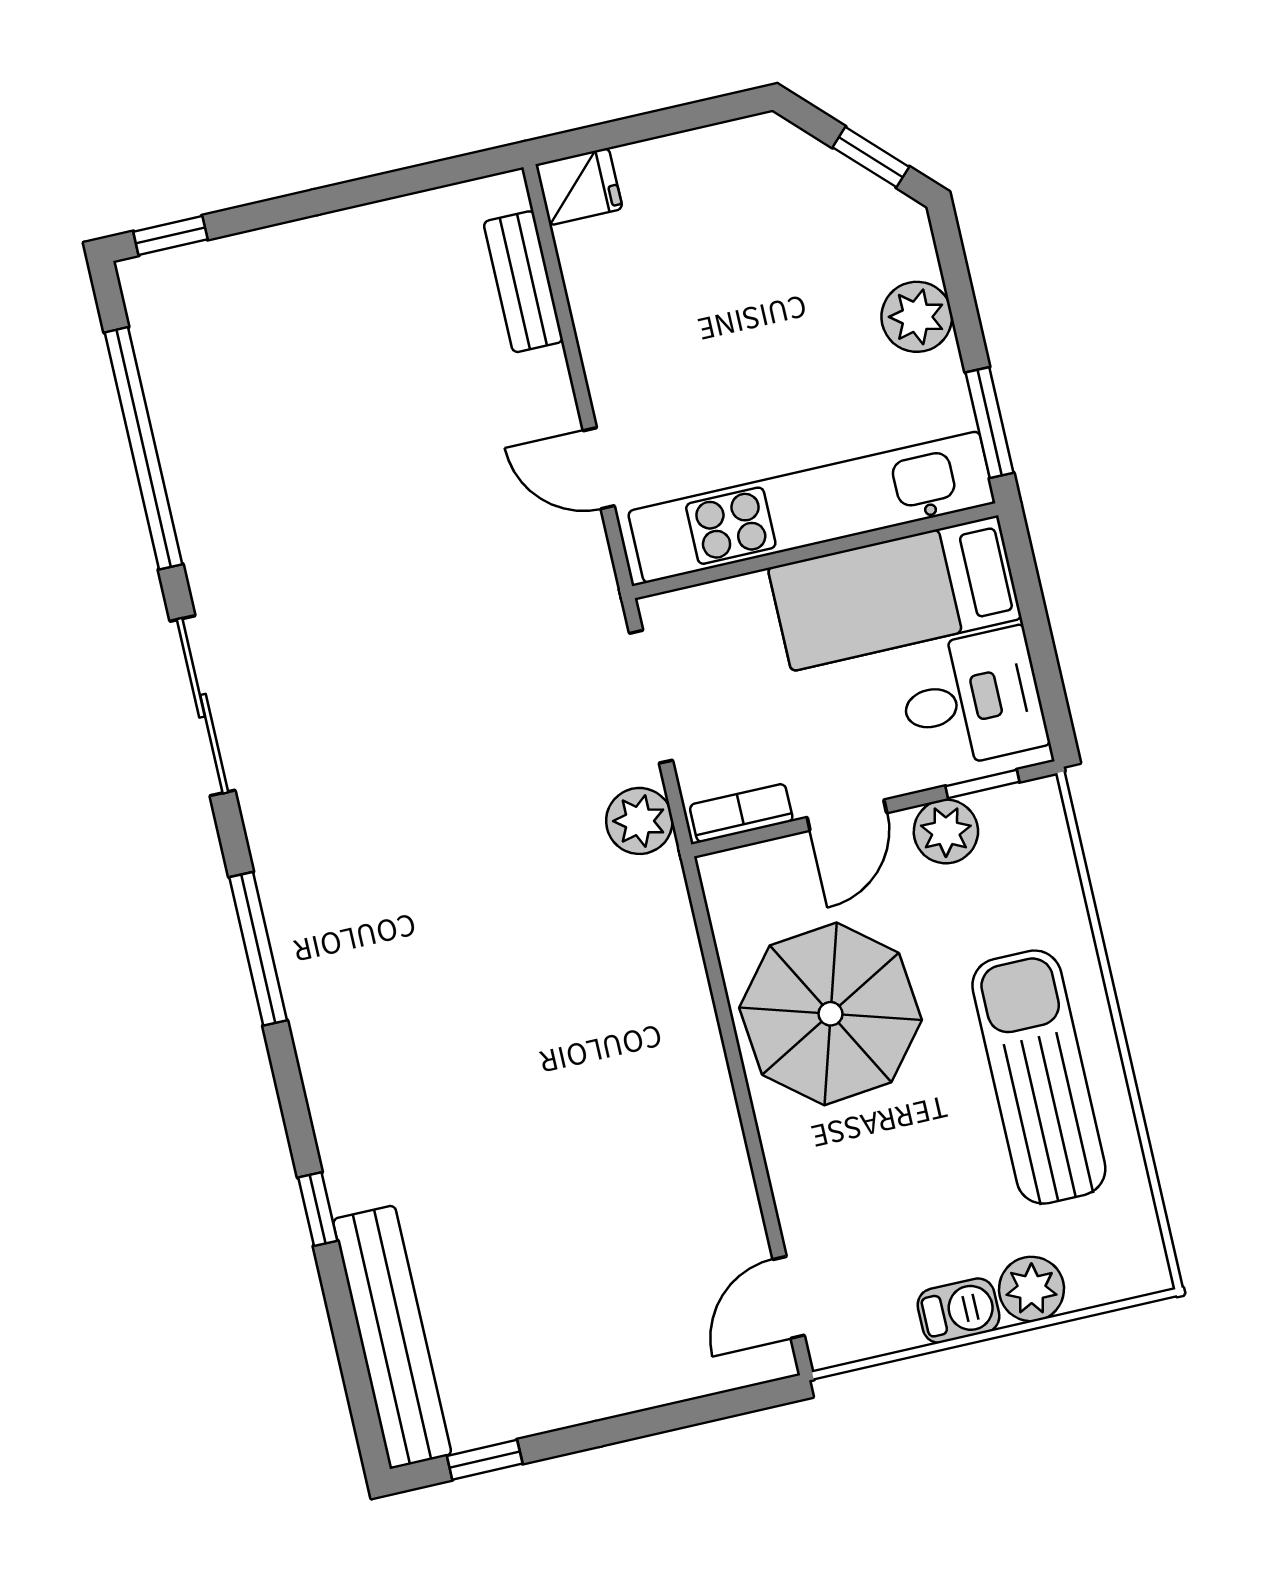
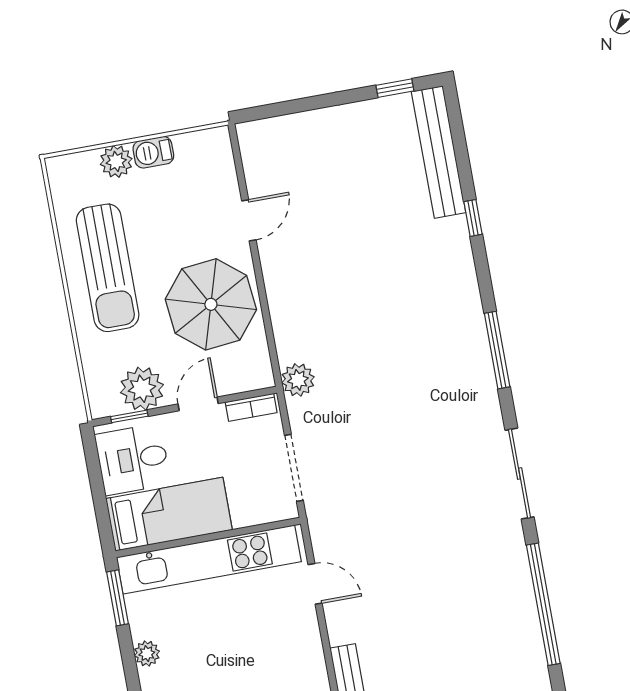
plant: (917, 317) -> (147, 654), width x0.73, depth x0.73
plant: (639, 821) -> (298, 380), moved
plant: (946, 831) -> (142, 389), width x1.36, depth x1.36
door: (789, 1297) -> (249, 220), moved

